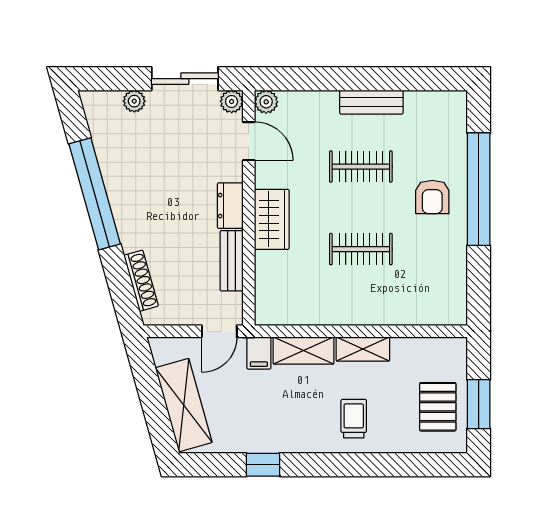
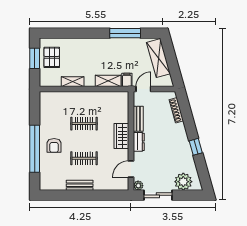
plant: (134, 101) -> (183, 182), width x1.88, depth x1.88
plant: (266, 102) -> (124, 185), removed
door: (249, 141) -> (131, 169), hinge flipped
window: (95, 194) -> (196, 147), width x0.32
armchair: (432, 197) -> (54, 145), turned 180
shelving: (363, 349) -> (73, 82), moved
trolley: (354, 419) -> (87, 52), removed
window: (263, 465) -> (125, 33), width x2.17

